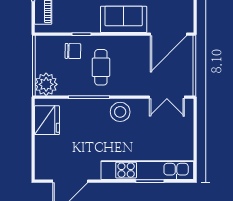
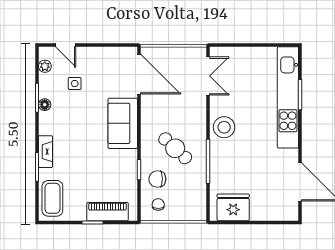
chair: (73, 51) -> (157, 179), turned -91
chair: (50, 52) -> (158, 204), added
cafe table: (101, 67) -> (175, 148), turned 43
plant: (46, 84) -> (194, 208), removed

